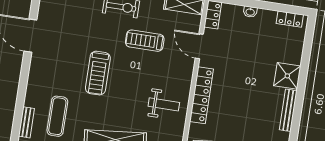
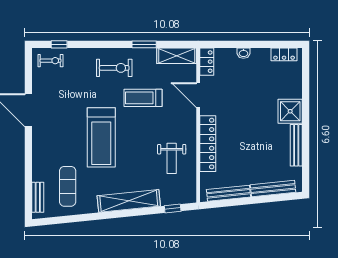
treadmill: (98, 73) -> (101, 137), width x1.37, depth x1.38
weight bench: (164, 104) -> (172, 158), turned 90

